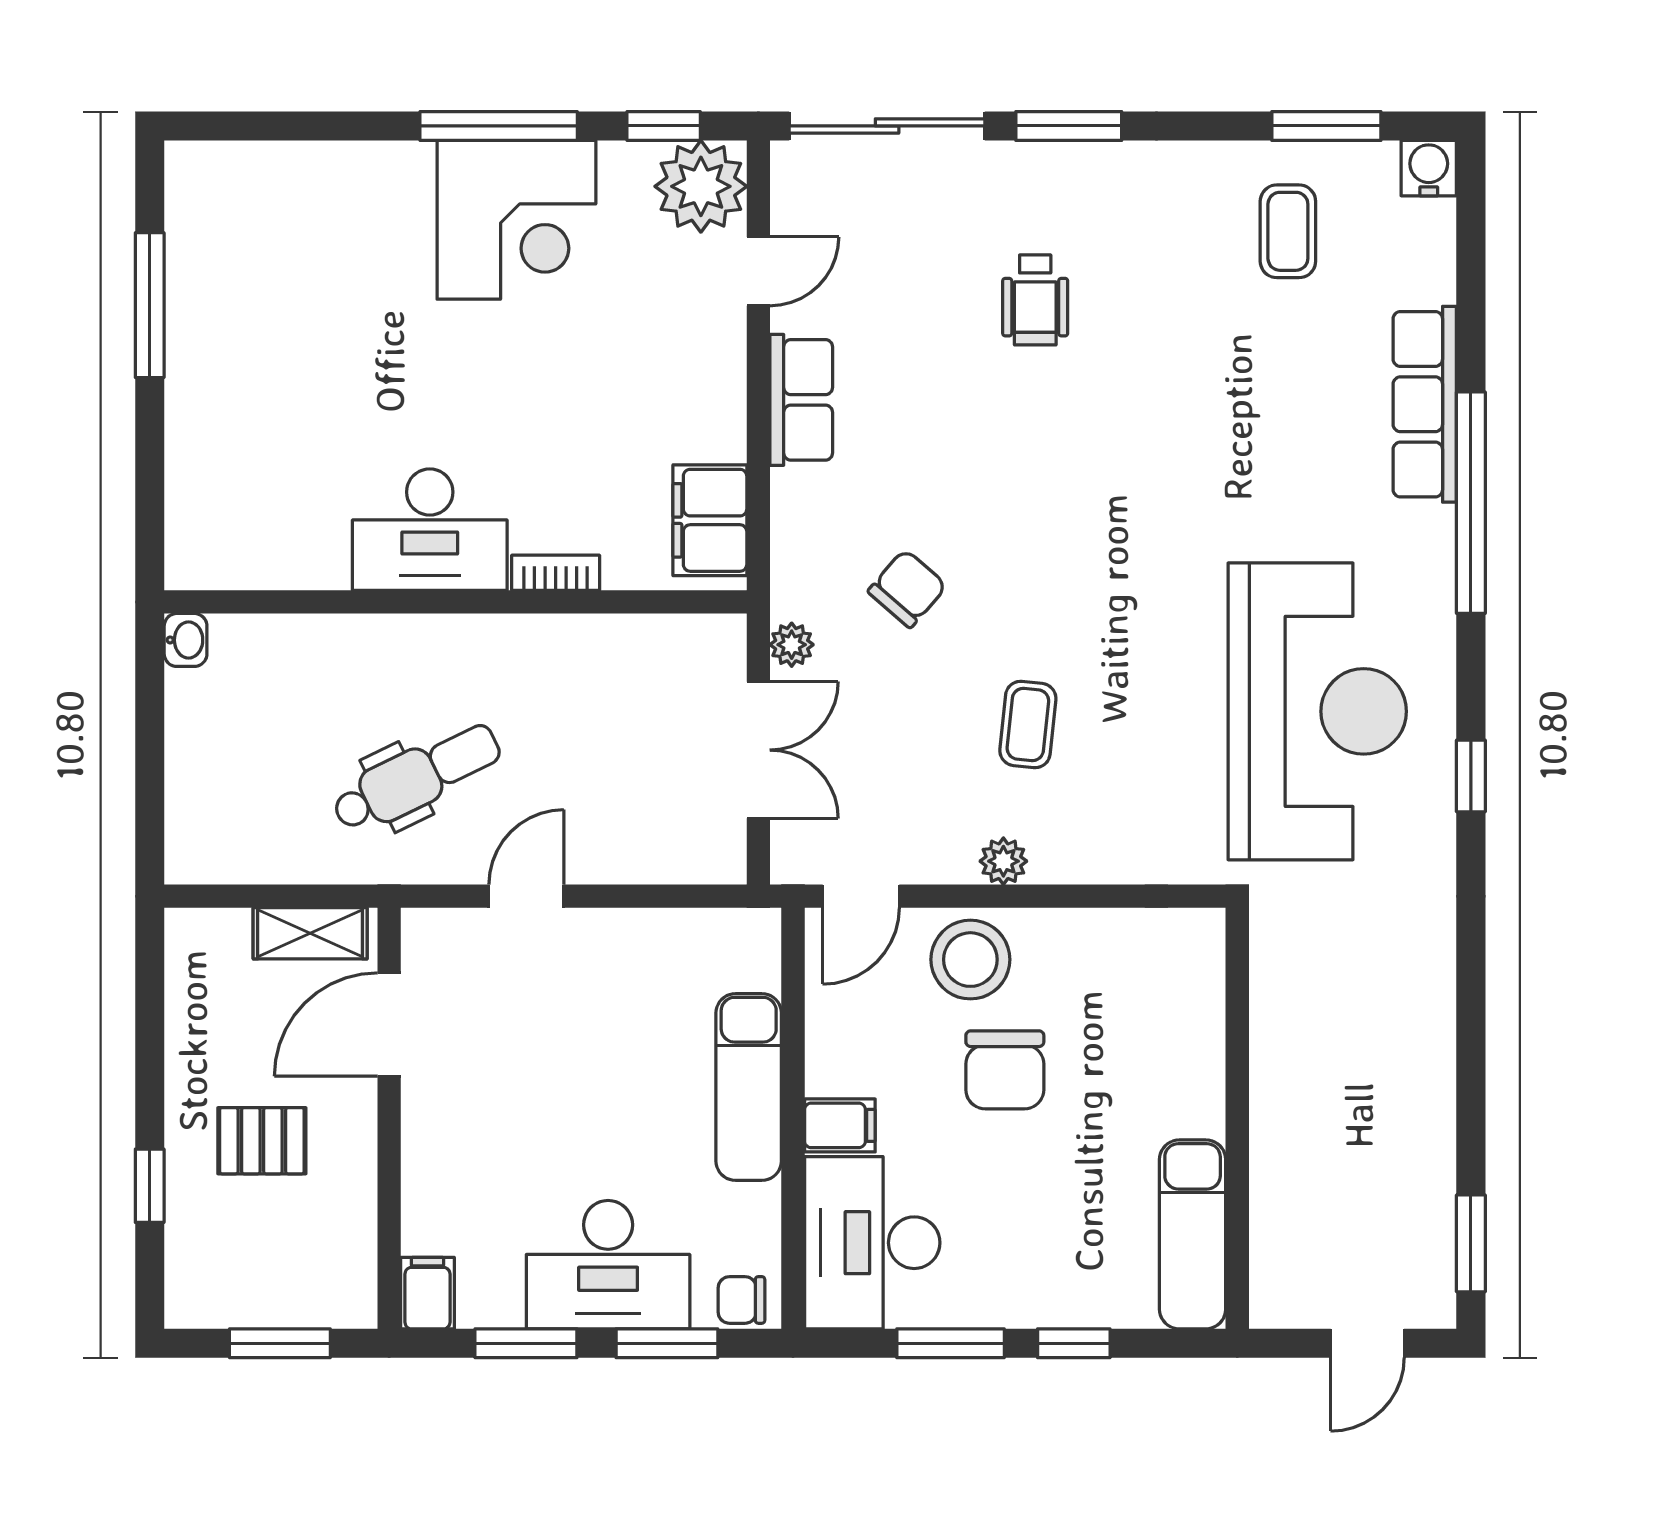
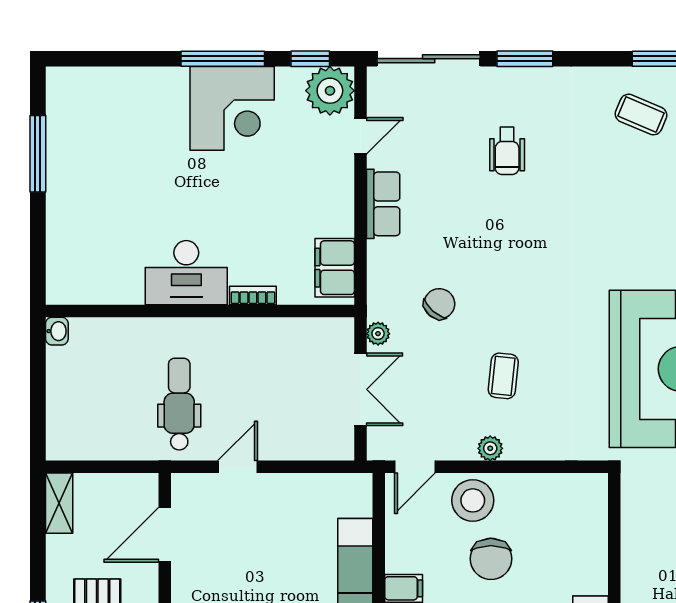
coffee table: (1288, 231) -> (641, 115), turned -67
dental chair: (416, 778) -> (179, 404), turned -64
shelving: (310, 933) -> (59, 503), moved, turned 90

